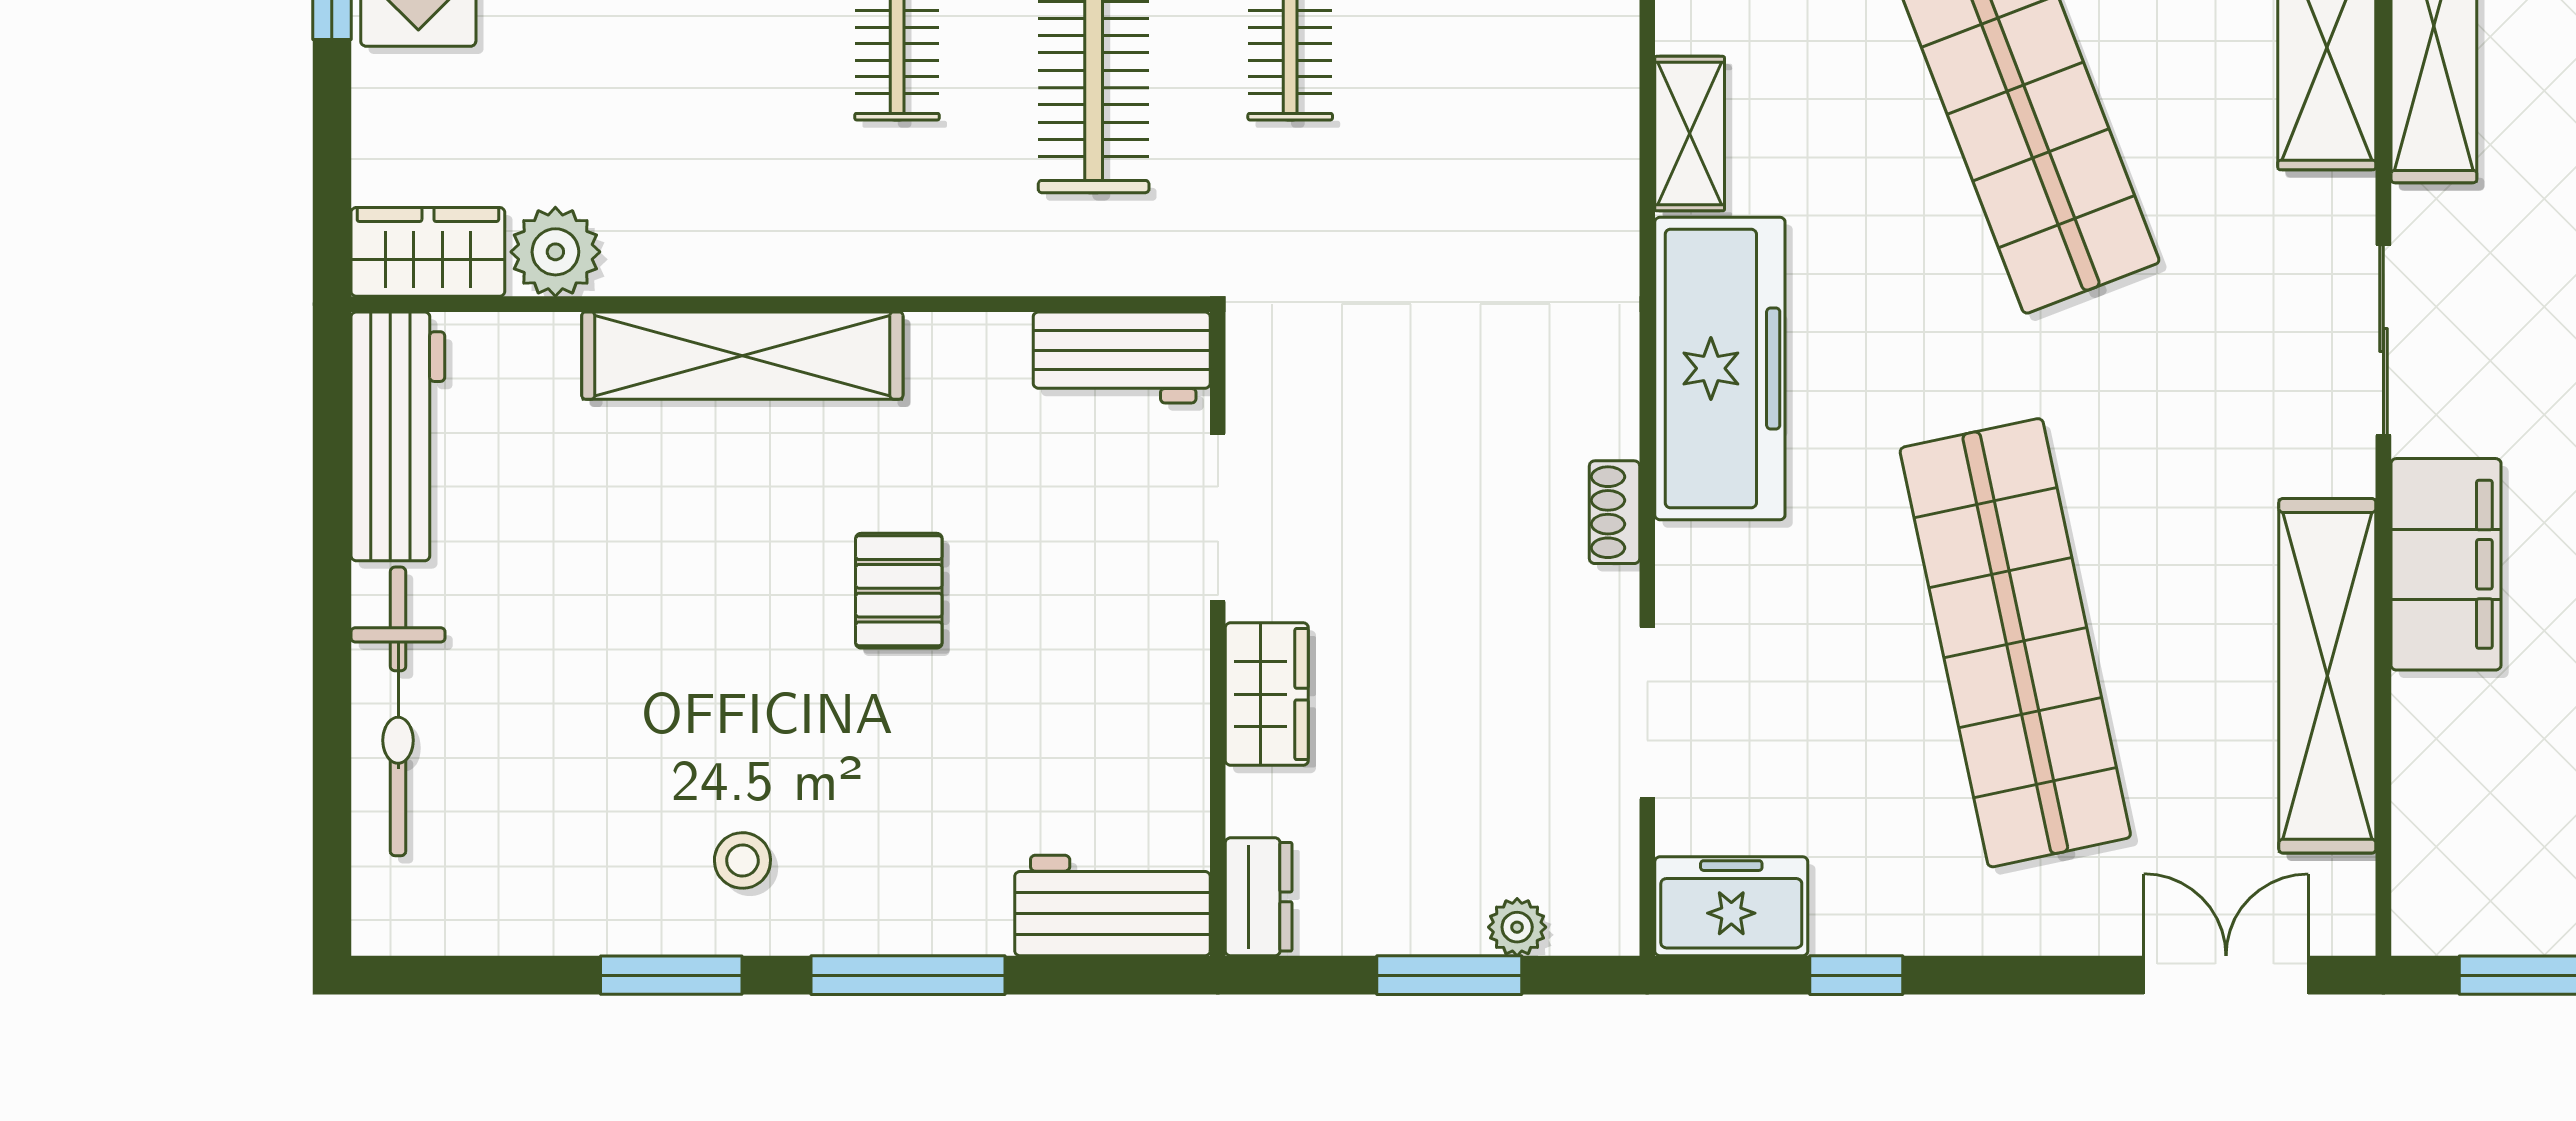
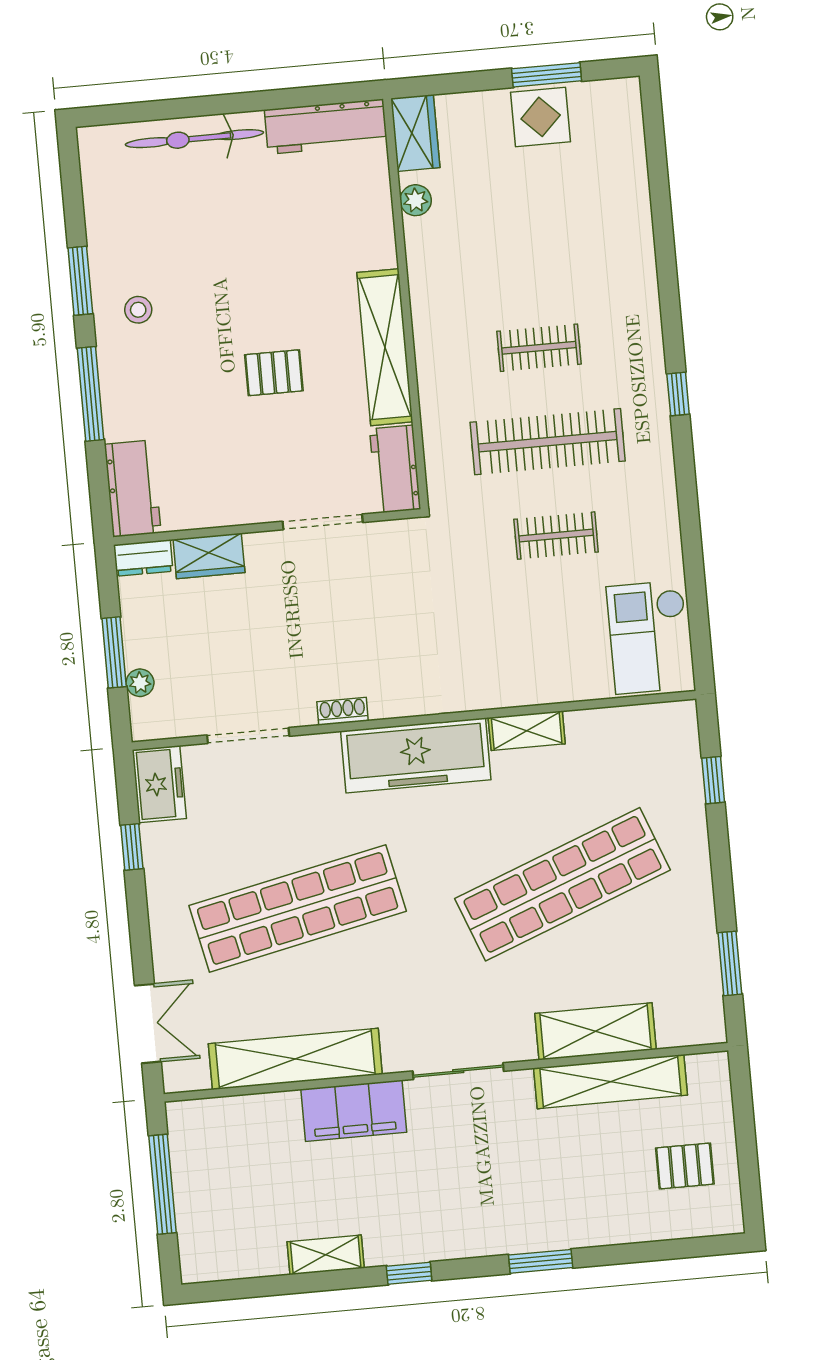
plant: (555, 252) -> (416, 200), width x0.73, depth x0.73
shelving: (742, 356) -> (385, 347), moved
wardrobe: (1267, 694) -> (209, 556), moved

